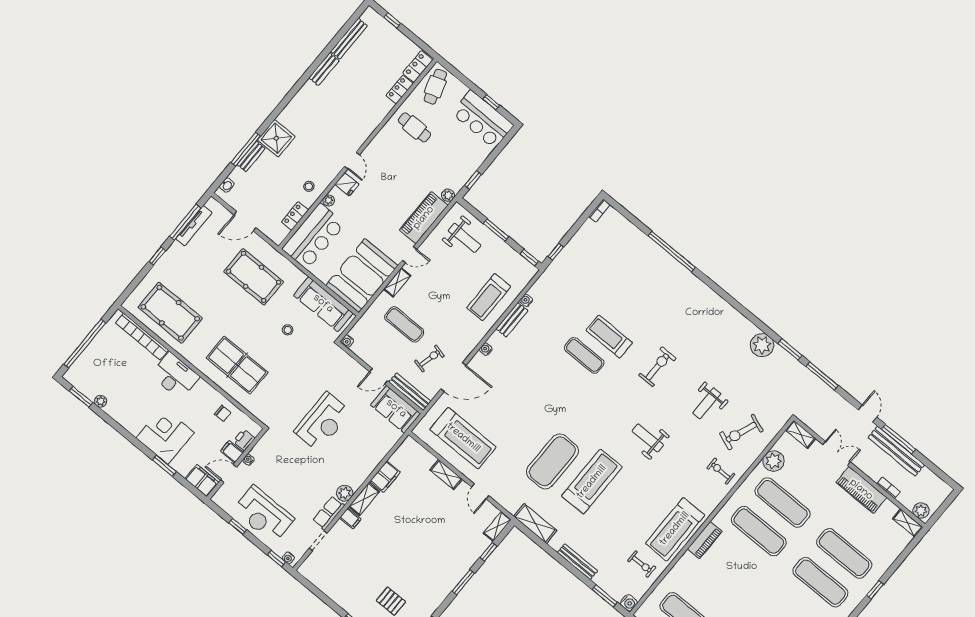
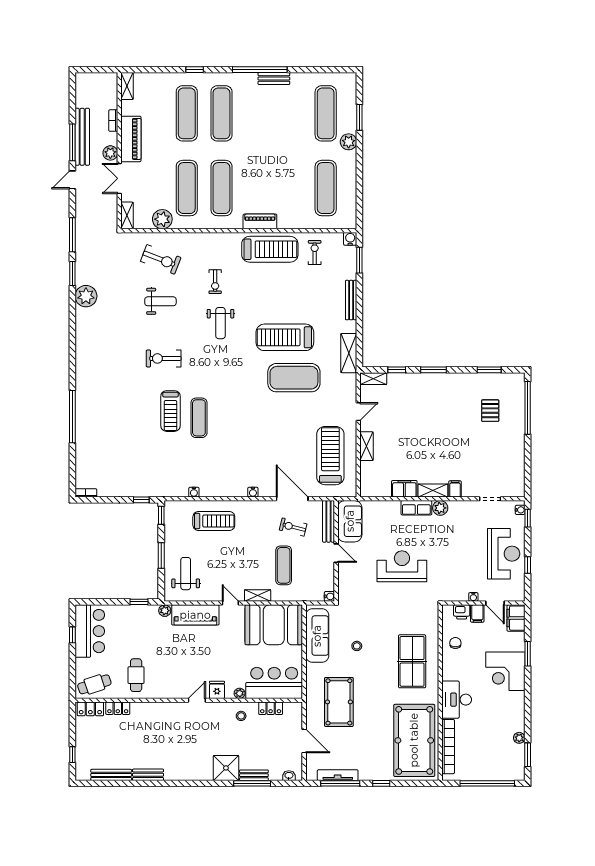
pool table: (170, 313) -> (414, 740), width x1.36, depth x1.32
bench: (512, 320) -> (216, 491), removed
exercise bike: (721, 471) -> (215, 282), moved
plant: (921, 511) -> (110, 153), moved
row of seats: (329, 513) -> (416, 508), moved

